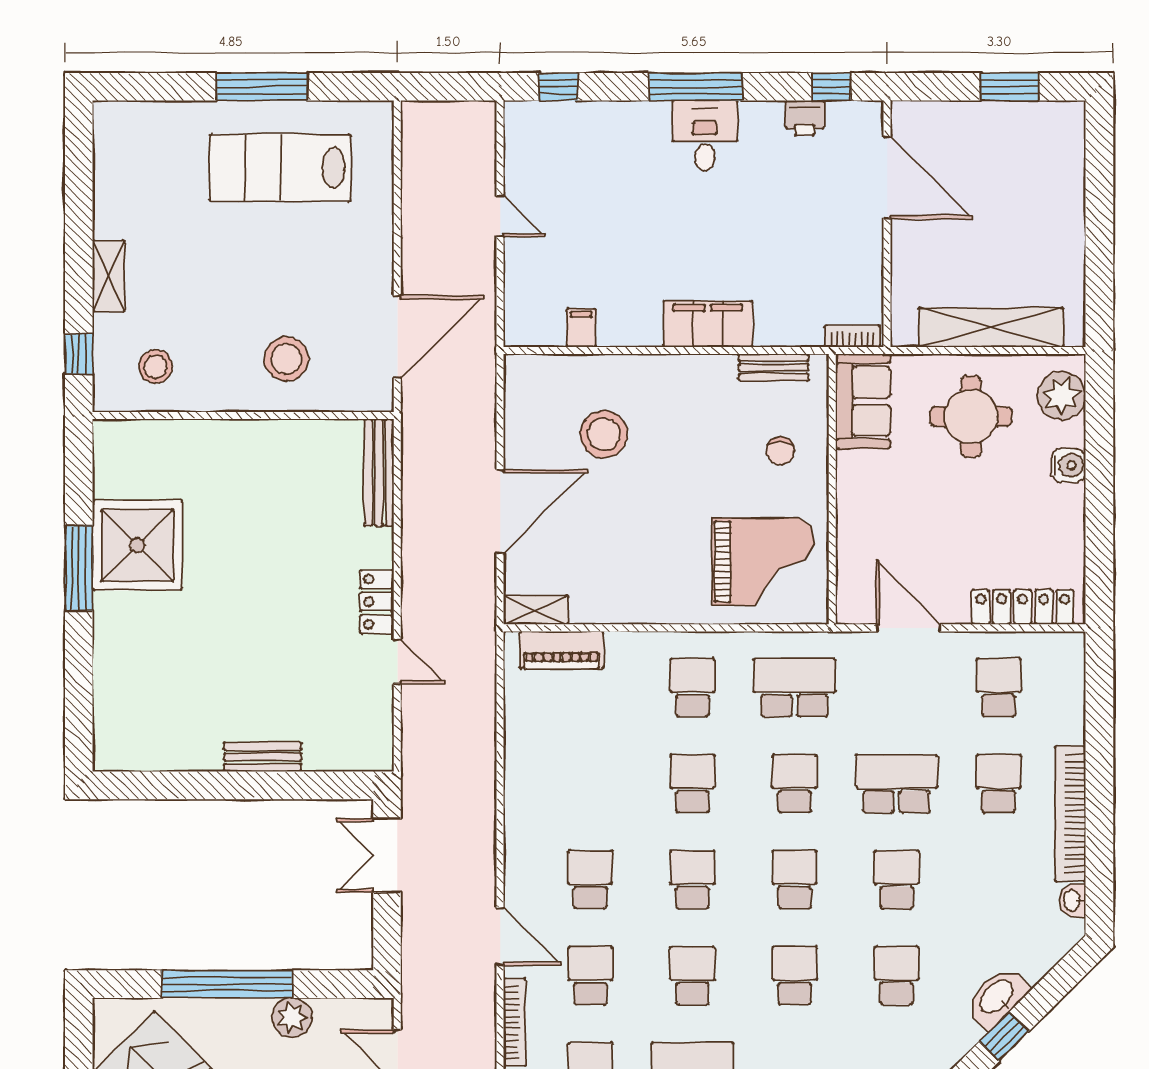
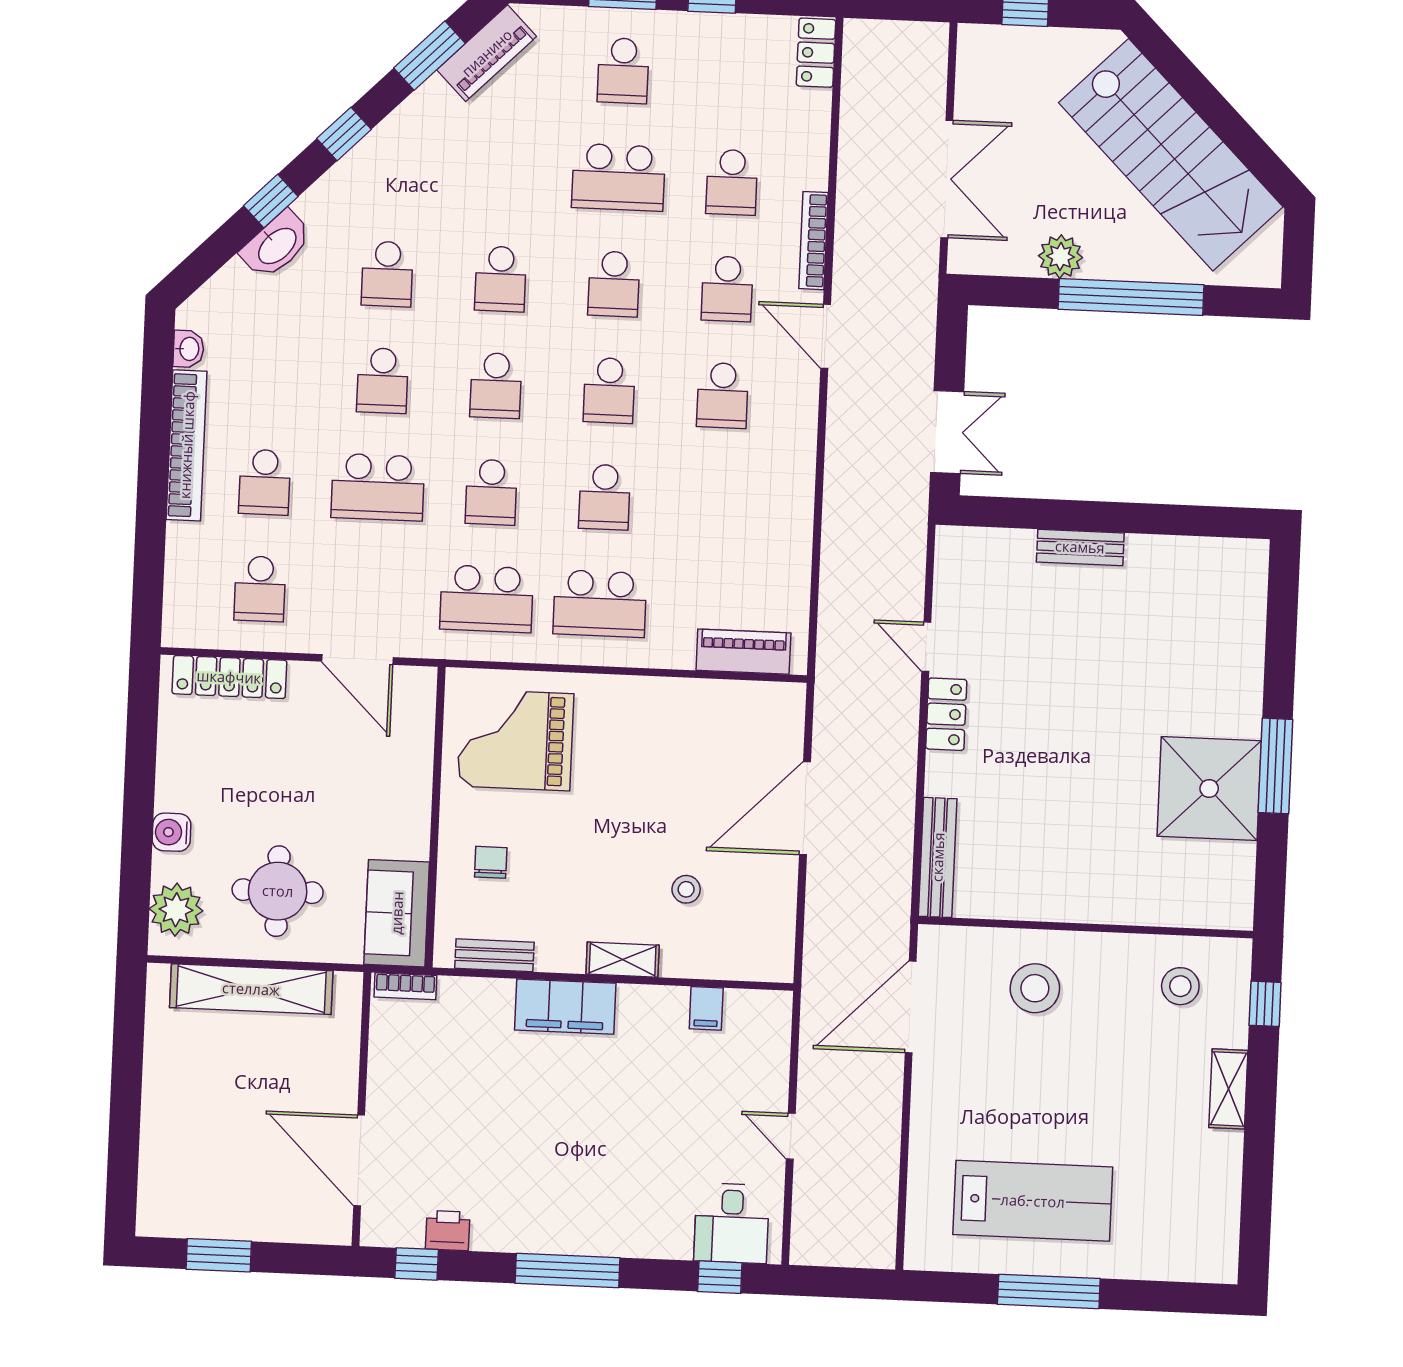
desk: (705, 136) -> (732, 1223), moved
stool: (604, 434) -> (686, 889), width x0.53, depth x0.53
shelving: (536, 610) -> (623, 960), moved
school desk: (692, 688) -> (600, 604), width x1.85

